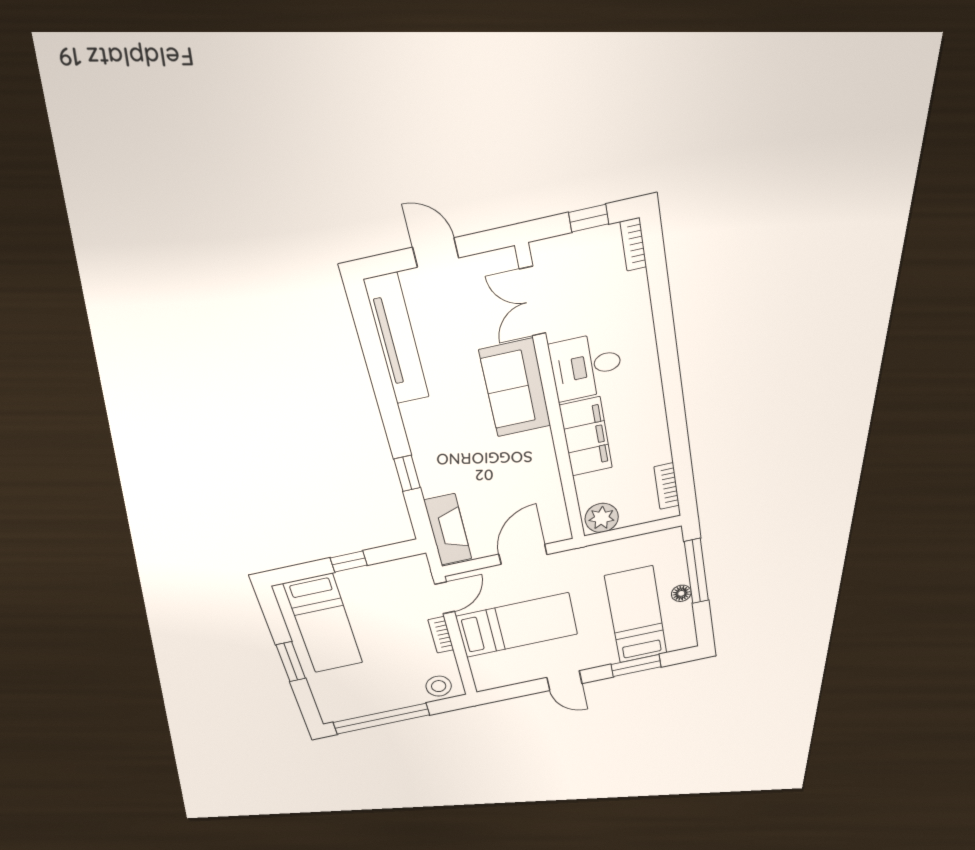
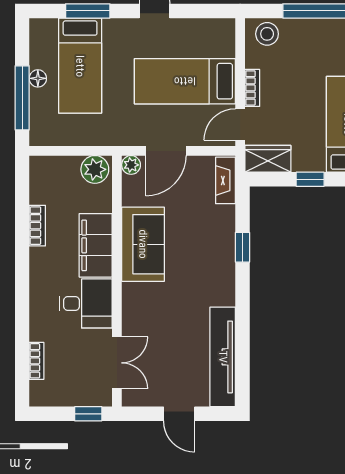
window: (589, 218) -> (88, 414), moved
bookcase: (633, 244) -> (37, 361), moved
sofa: (515, 388) -> (143, 244), moved
bookcase: (667, 486) -> (37, 226), moved
fireplace: (448, 530) -> (225, 180), width x0.73, depth x0.76
plant: (560, 532) -> (131, 165), added
wardrobe: (404, 571) -> (268, 159), added

